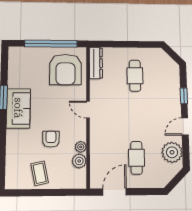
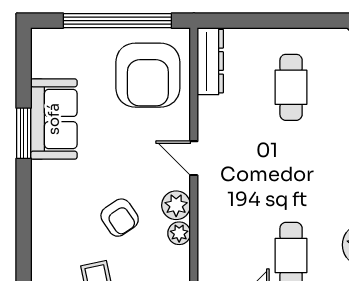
sofa: (18, 108) -> (54, 119), moved
armchair: (51, 139) -> (120, 218), turned 146
plant: (79, 161) -> (176, 205), moved

